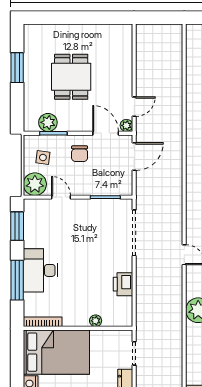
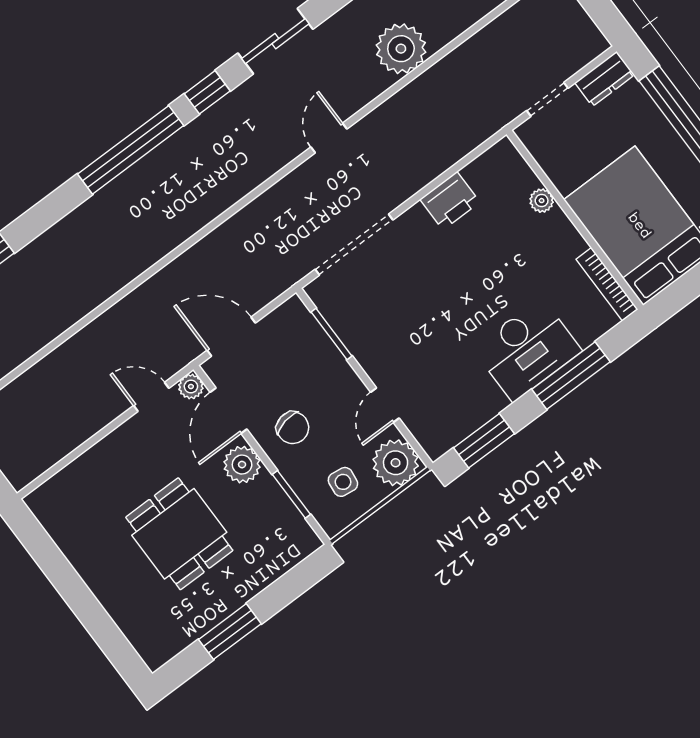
dining table: (71, 77) -> (179, 534), turned 90
plant: (48, 122) -> (242, 465), moved
chair: (80, 154) -> (293, 428), turned 79

